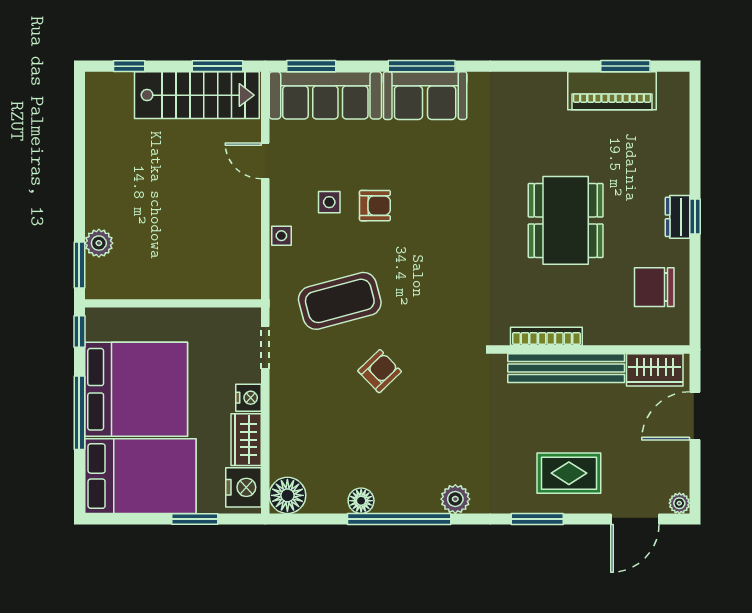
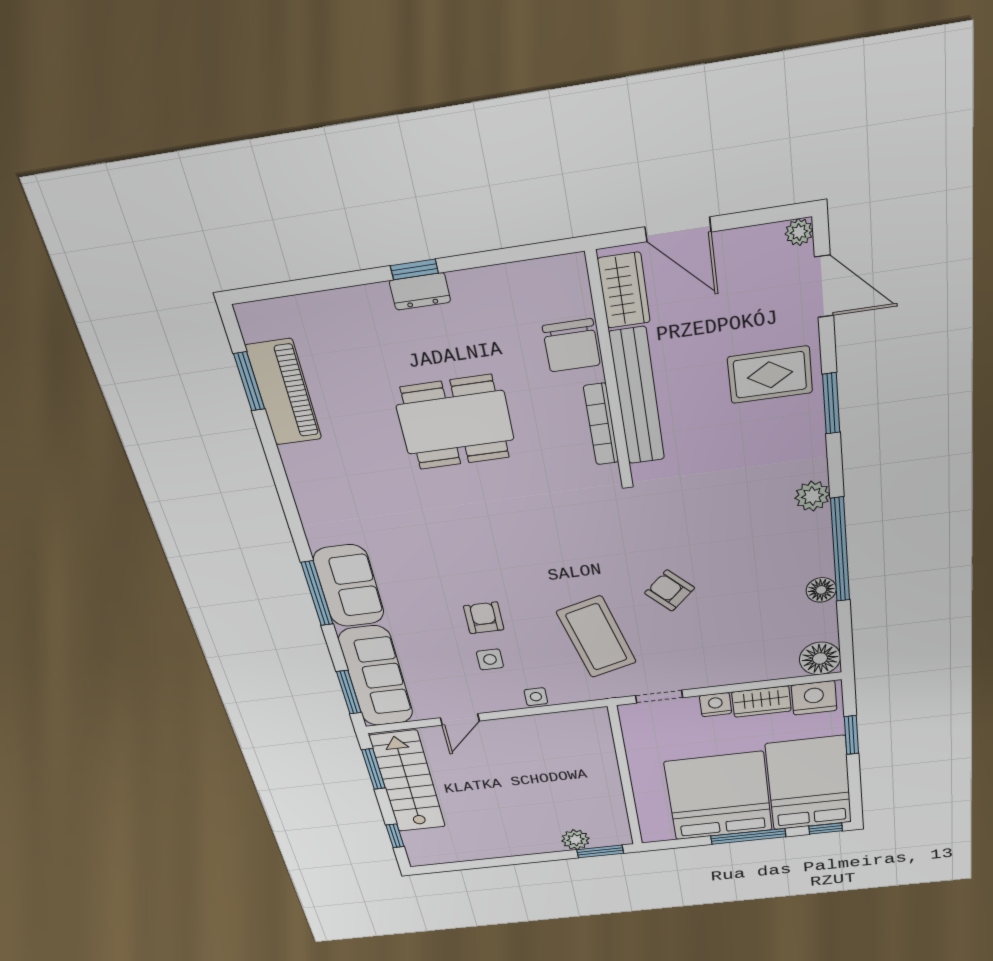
chair: (654, 287) -> (571, 345), moved
window: (79, 332) -> (826, 828), moved
rug: (569, 473) -> (770, 375), turned 90

